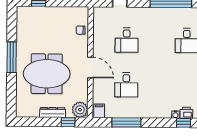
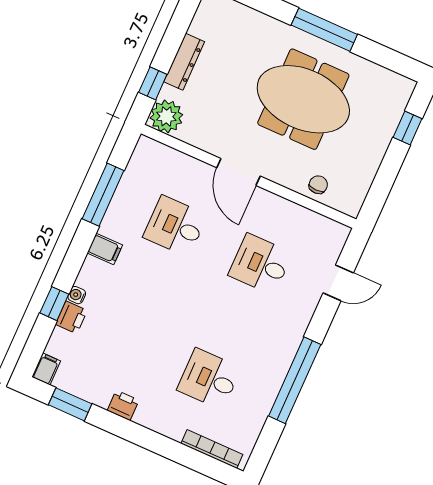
door: (90, 67) -> (238, 172), hinge flipped
meeting table: (47, 74) -> (303, 99), moved, turned 90
filing cabinet: (99, 111) -> (105, 249), moved

